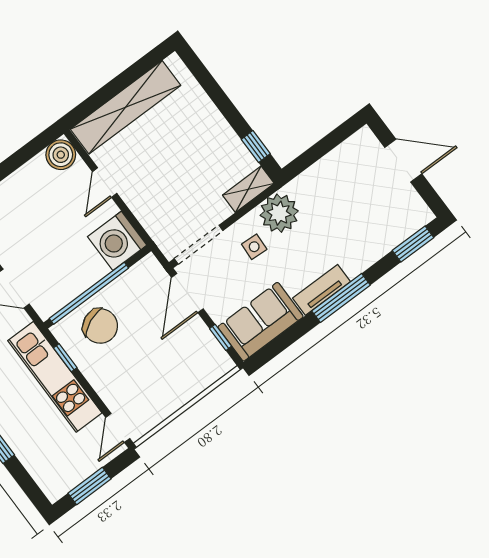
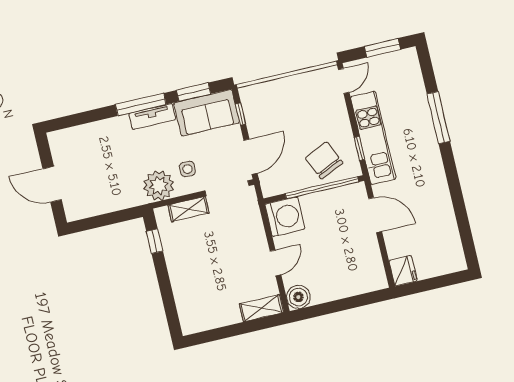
shelving: (125, 107) -> (261, 308), width x0.45, depth x0.75
shelving: (248, 189) -> (188, 209), moved
window: (413, 244) -> (194, 92), moved

